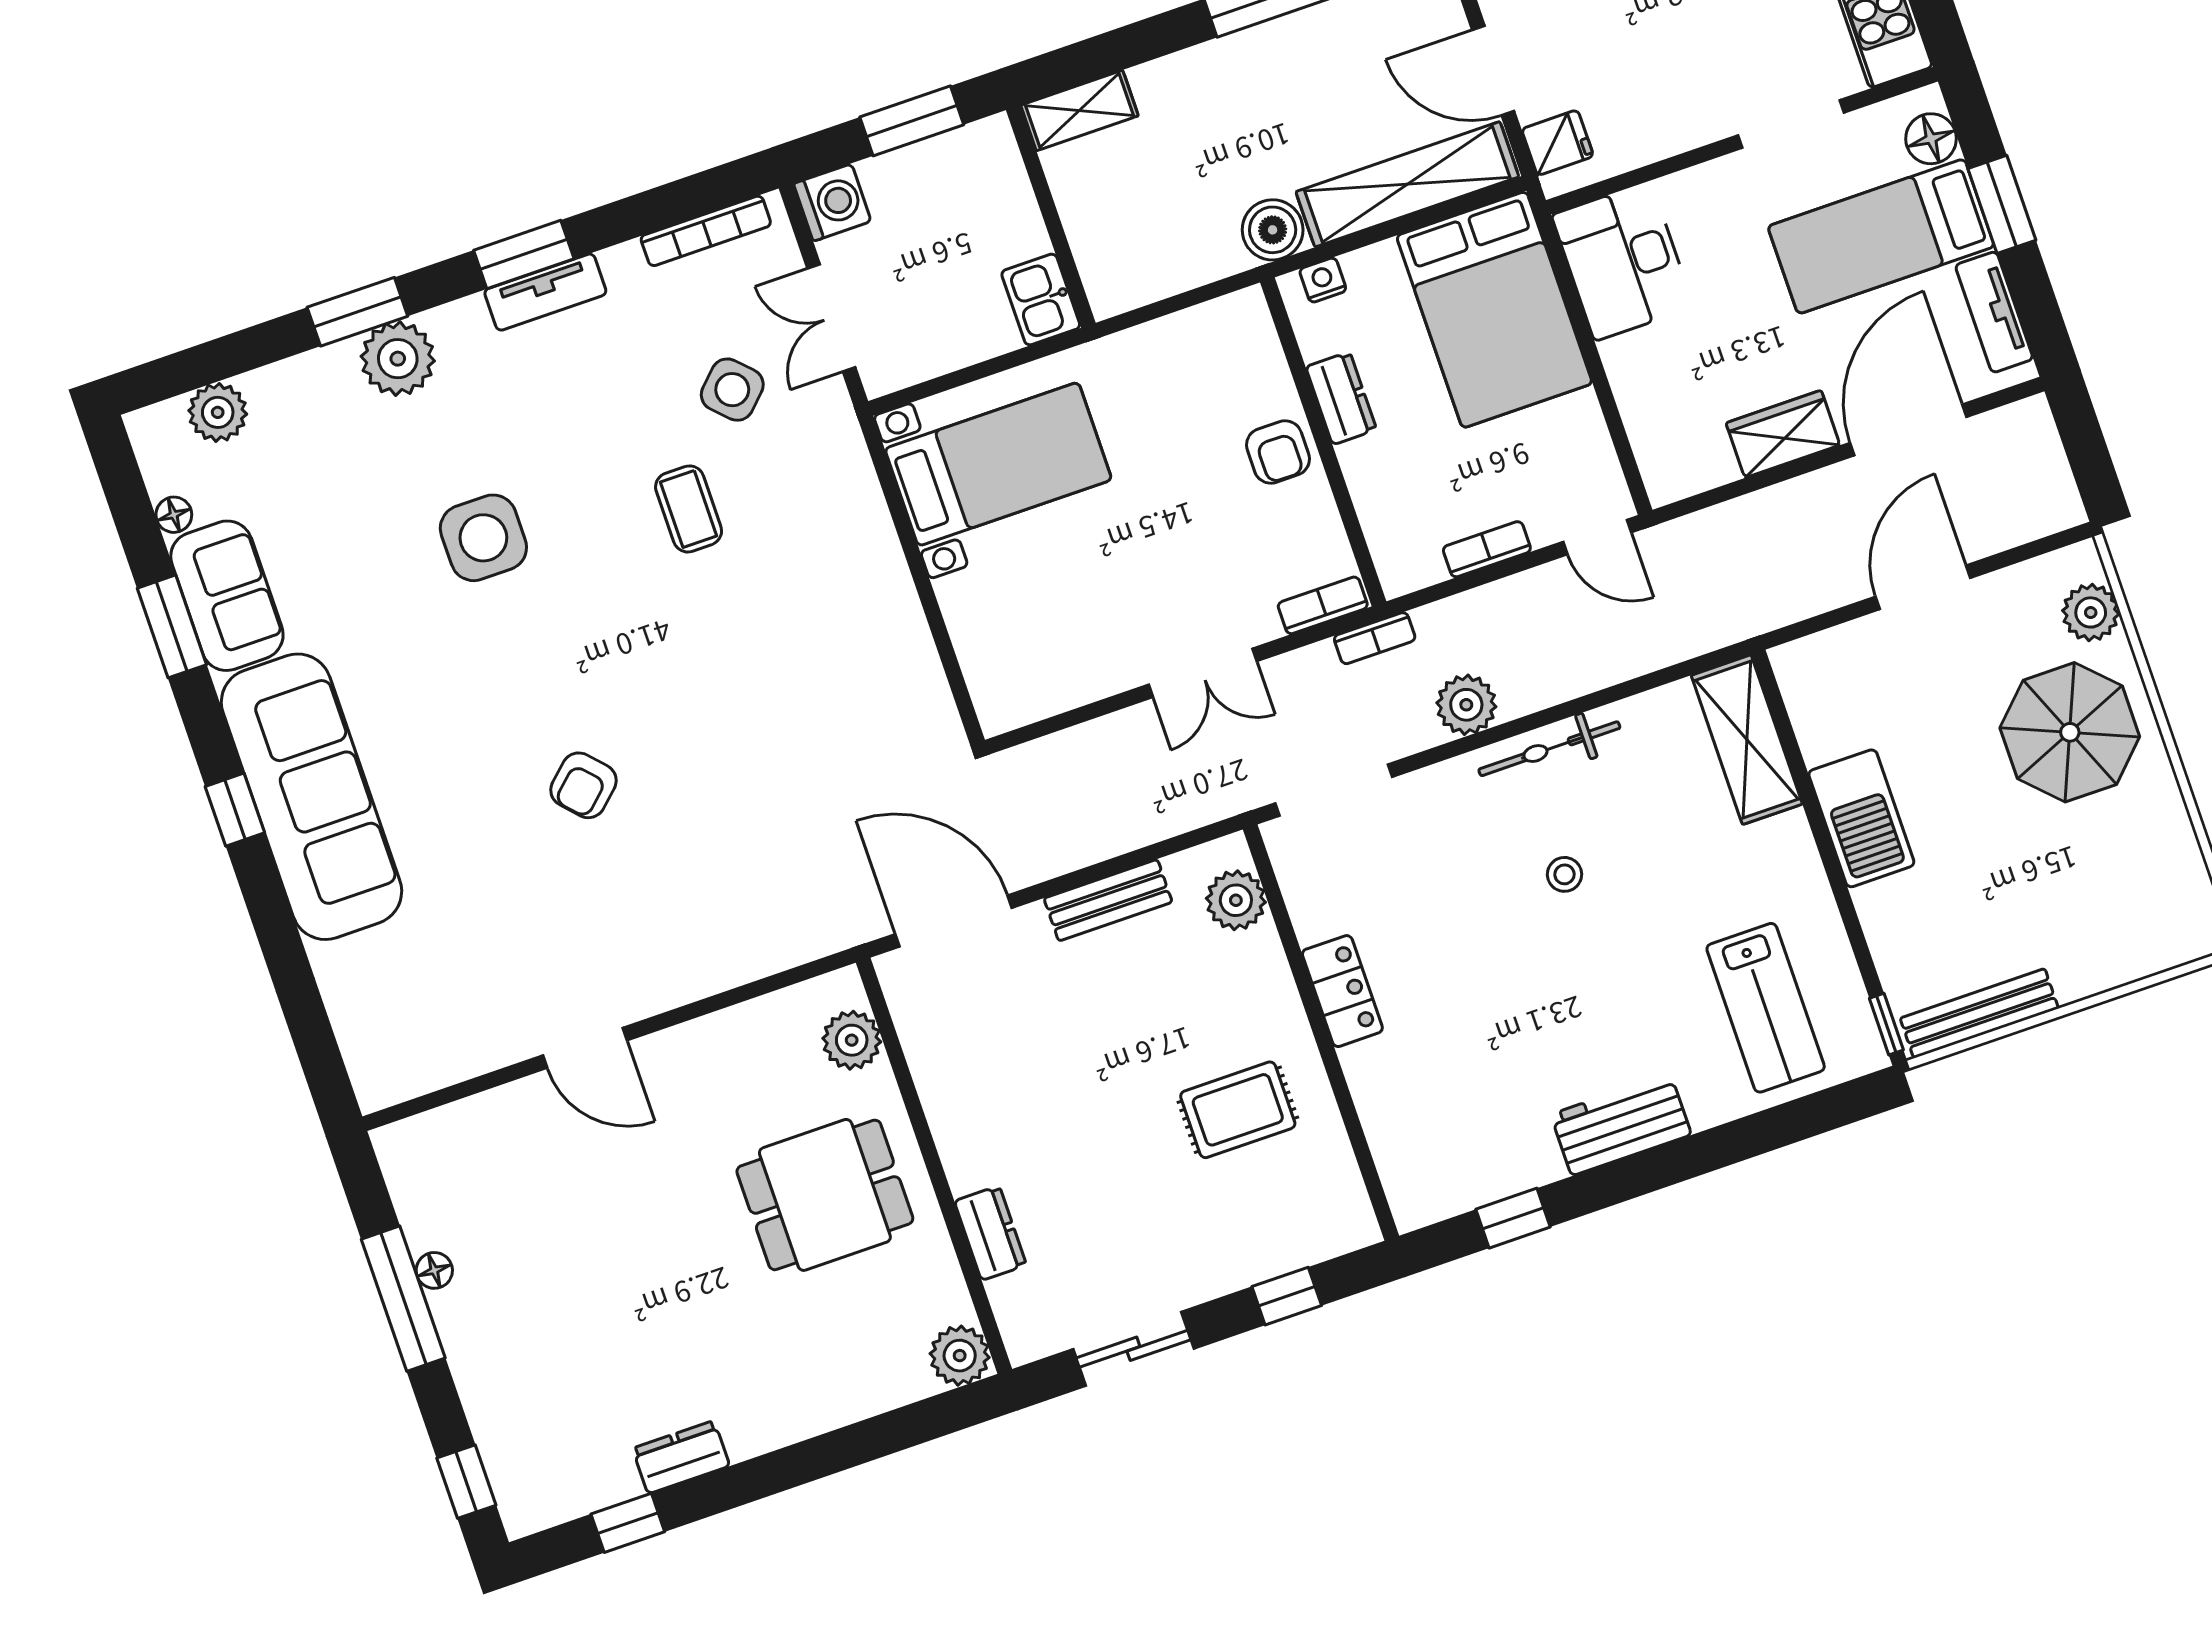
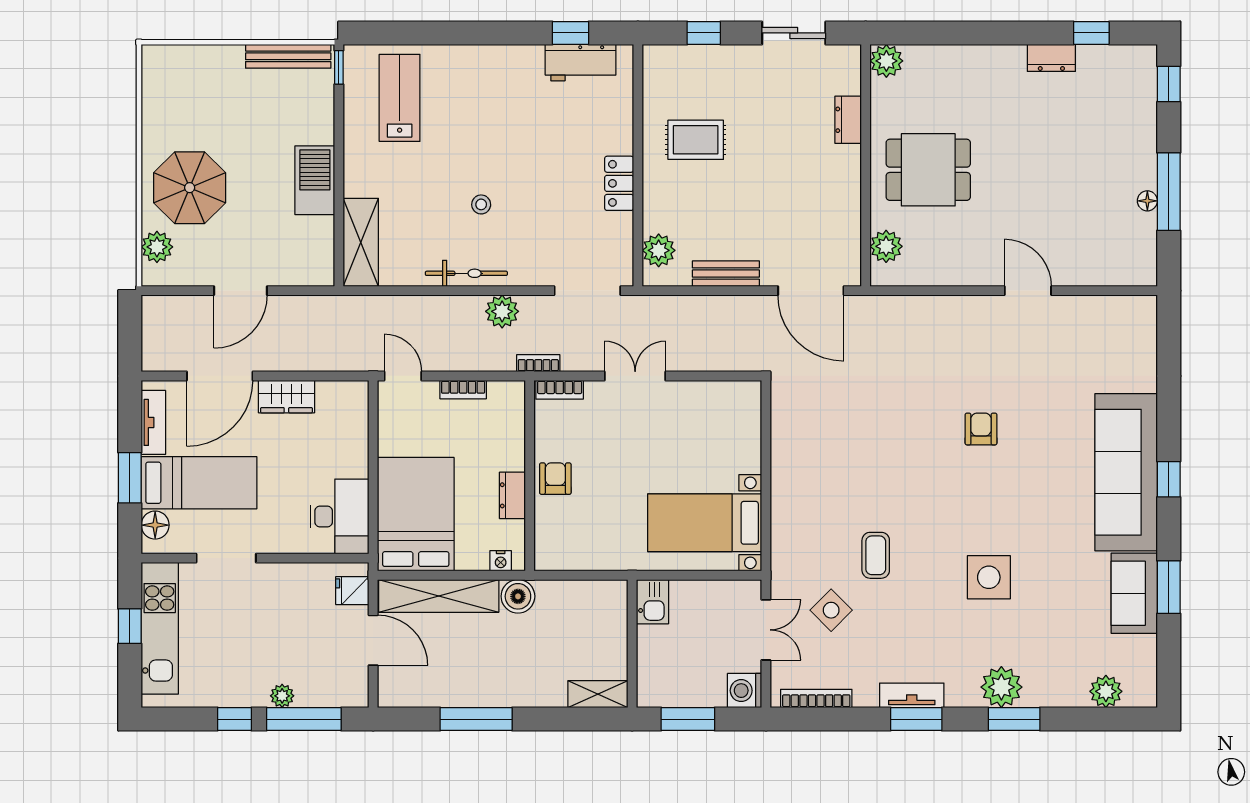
floor lamp: (174, 515) -> (1147, 645), removed
armchair: (583, 785) -> (981, 429), turned -47
workbench: (1621, 1125) -> (581, 63), moved

